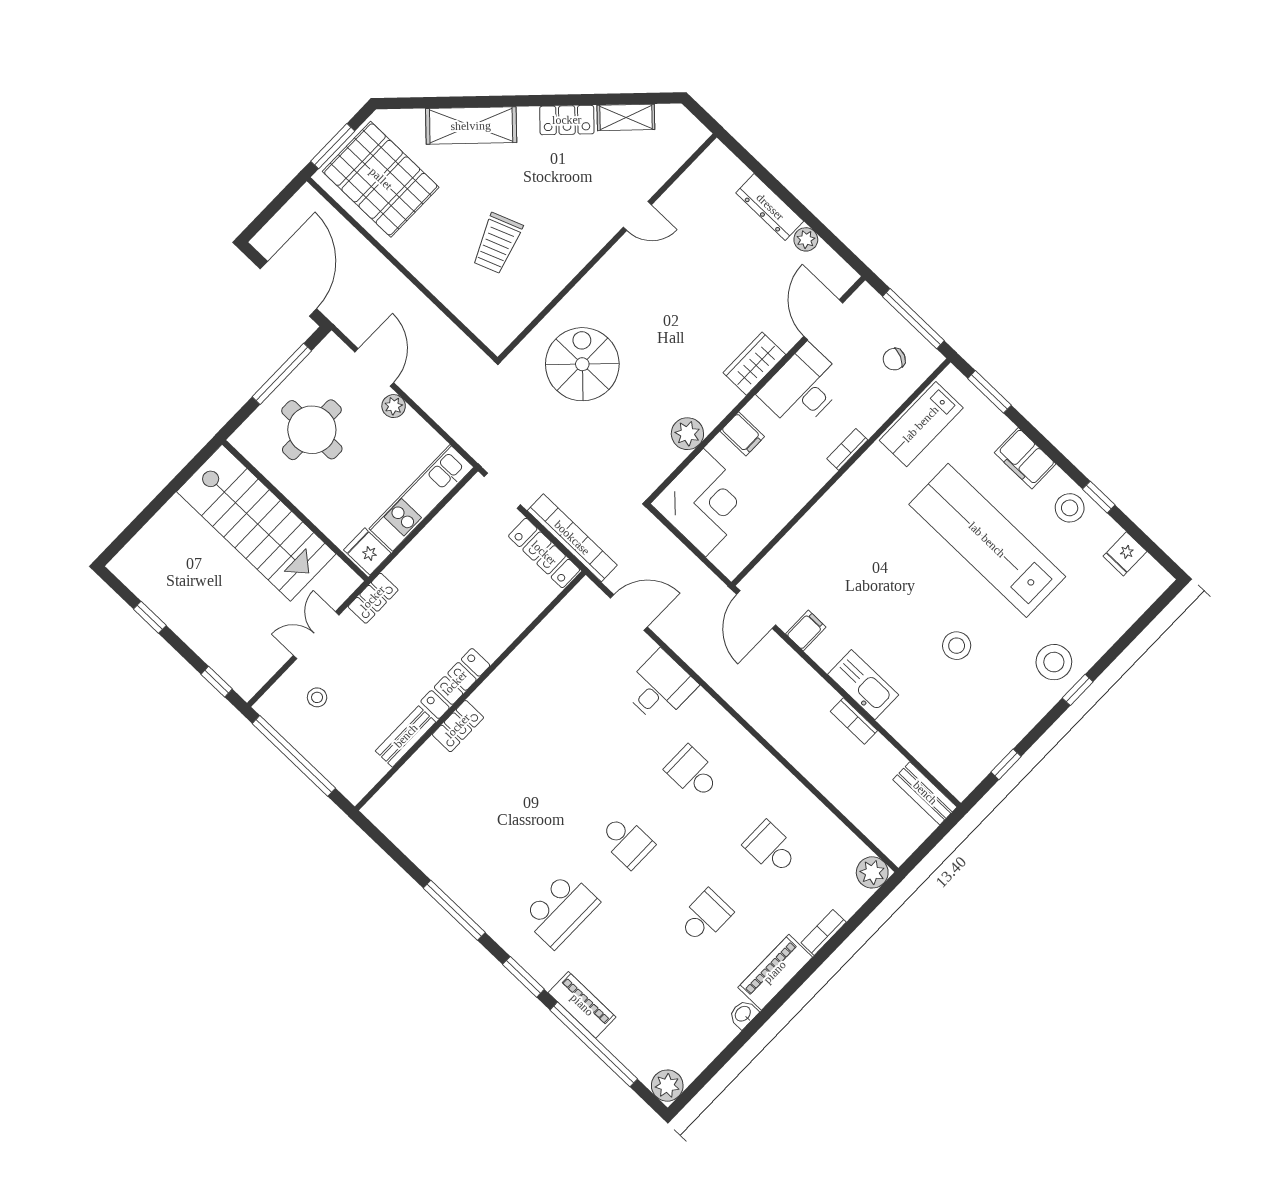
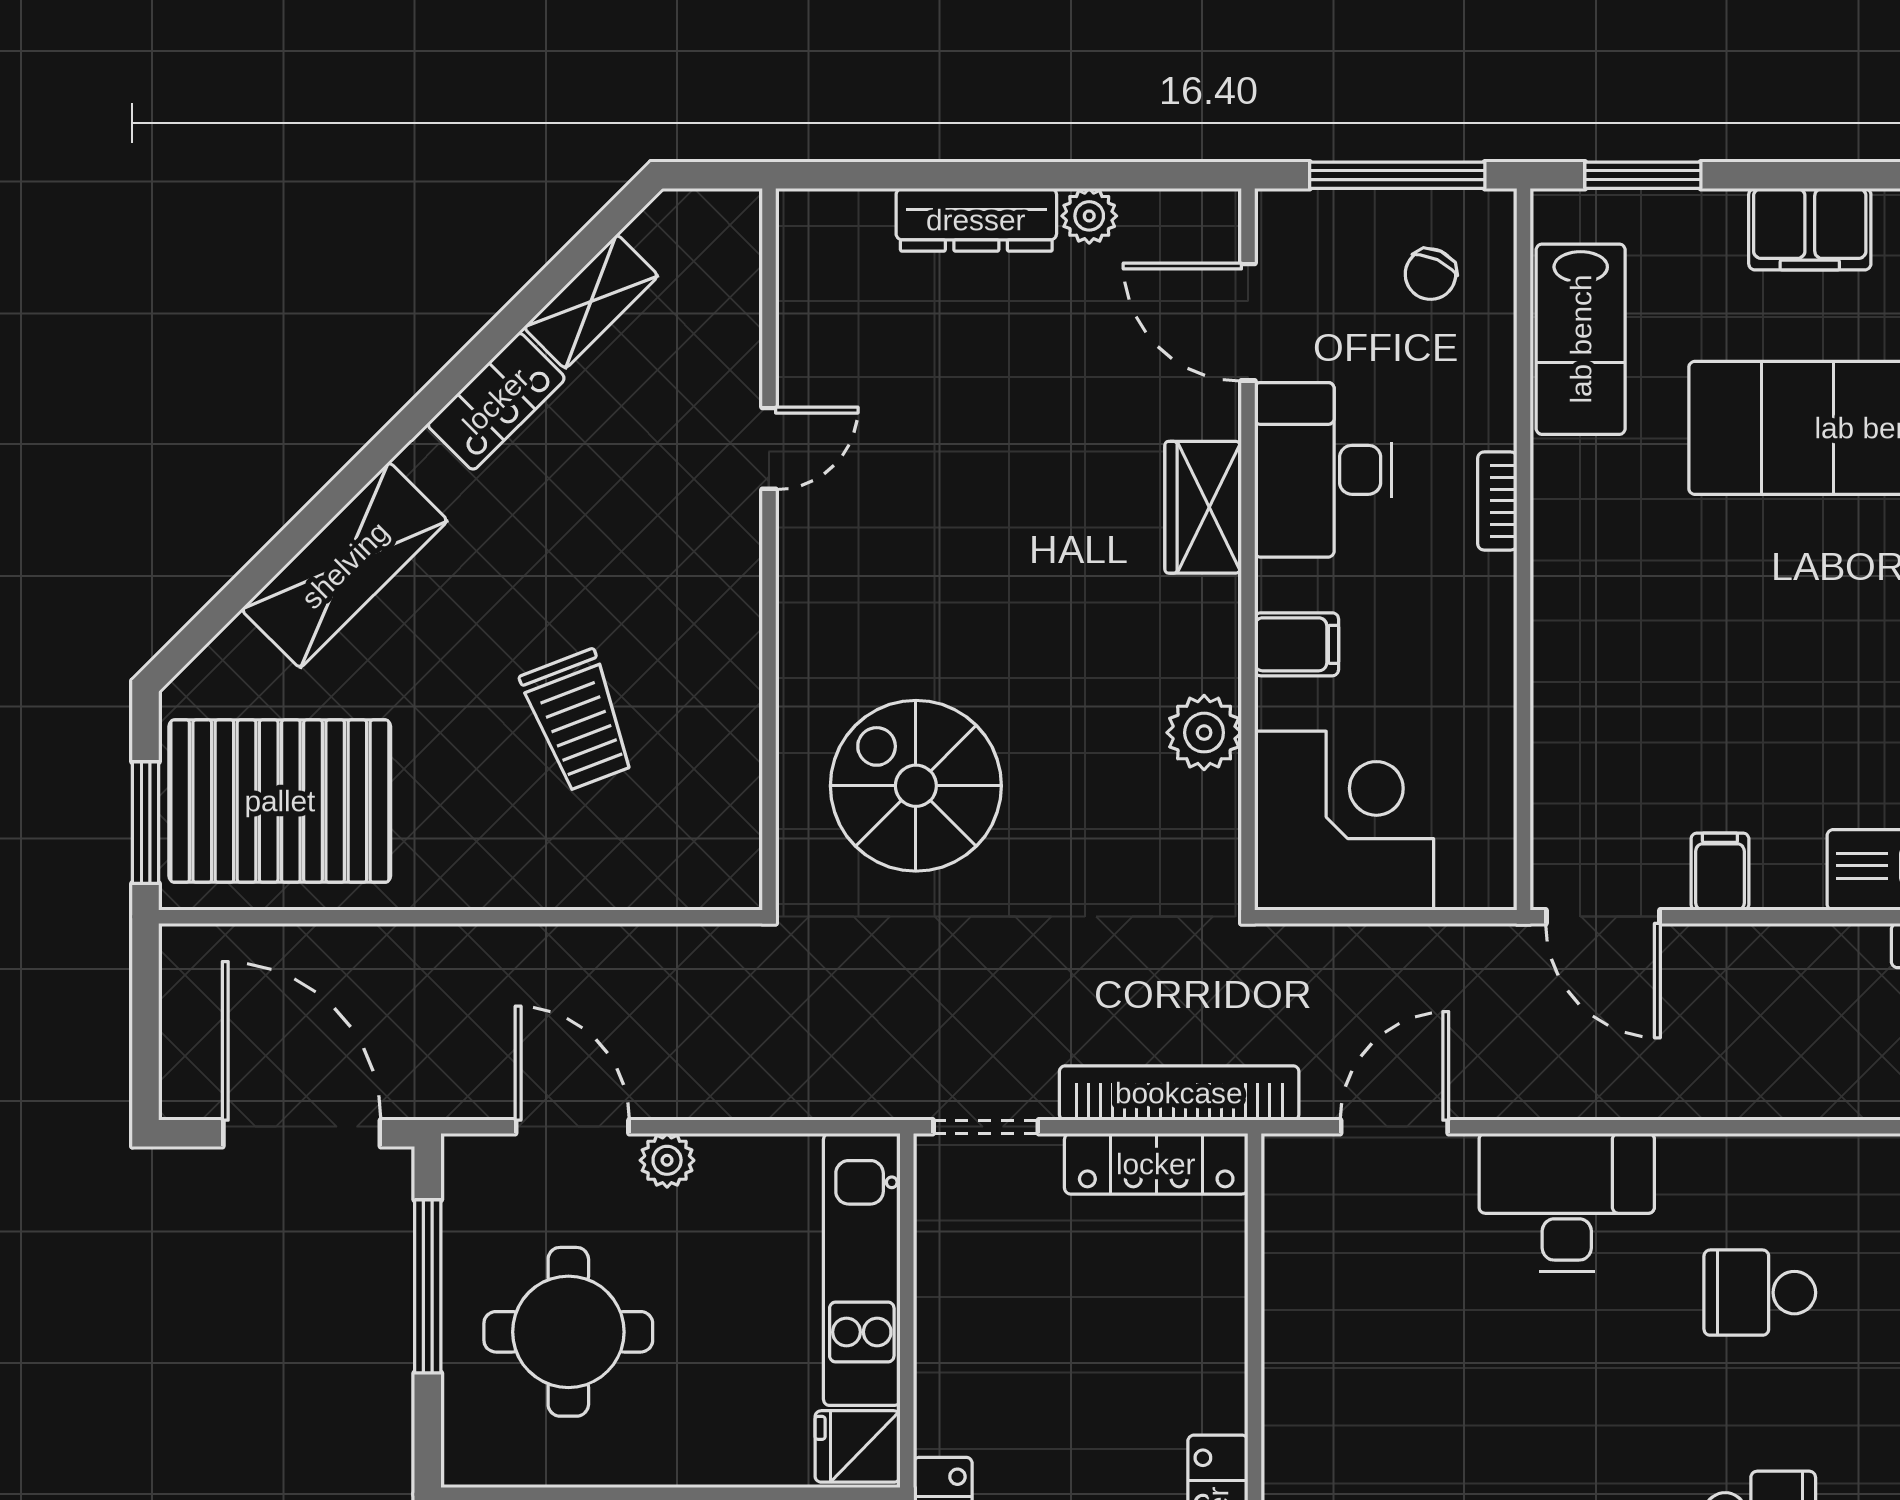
desk: (660, 687) -> (1567, 1202), width x1.37

